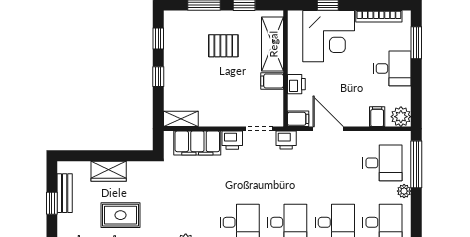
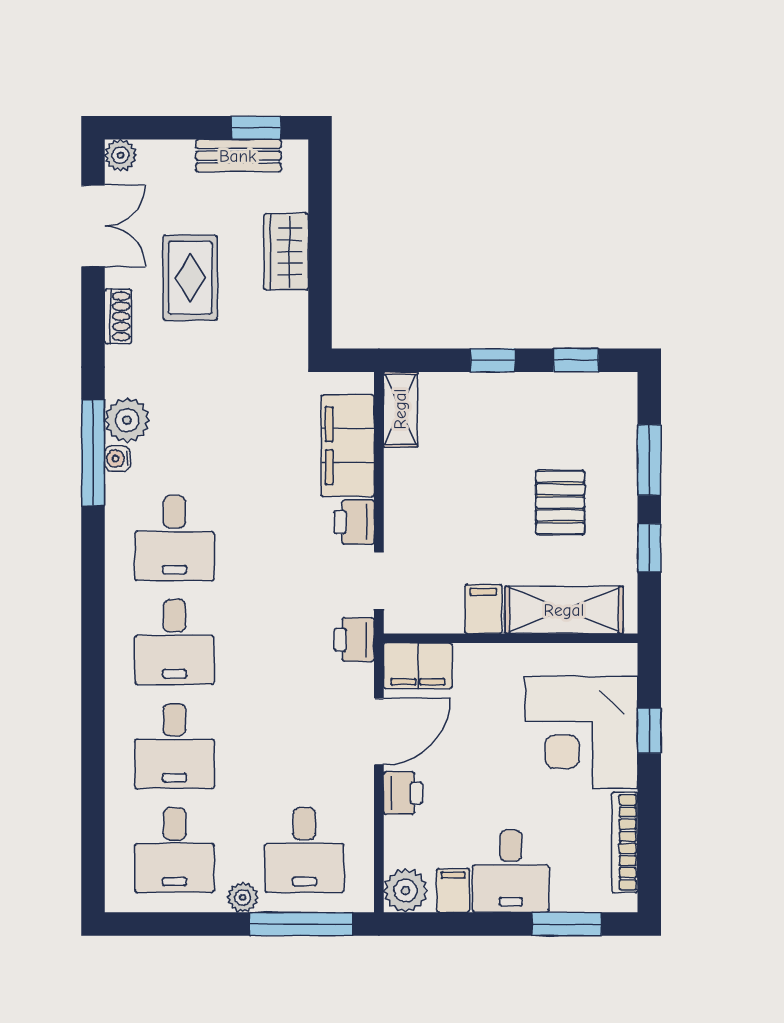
printer: (296, 84) -> (403, 793), moved, turned -90
filing cabinet: (377, 117) -> (453, 891), moved, turned -90
filing cabinet: (298, 119) -> (418, 666), width x2.00
window: (52, 203) -> (256, 128), moved

